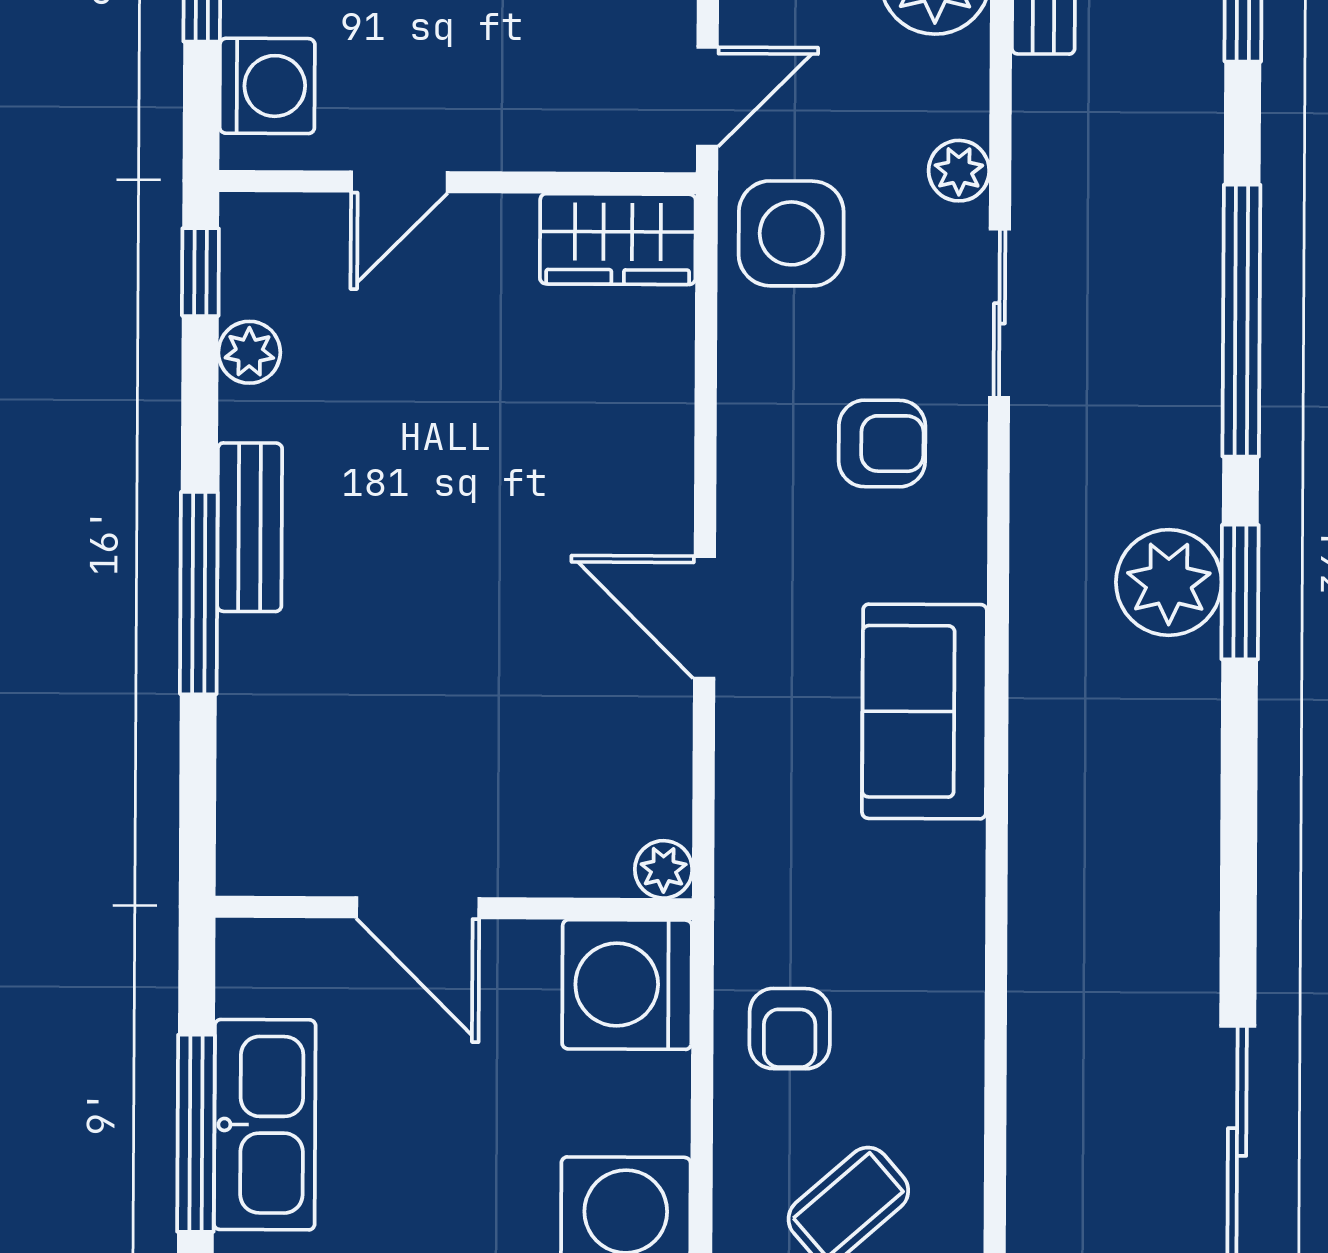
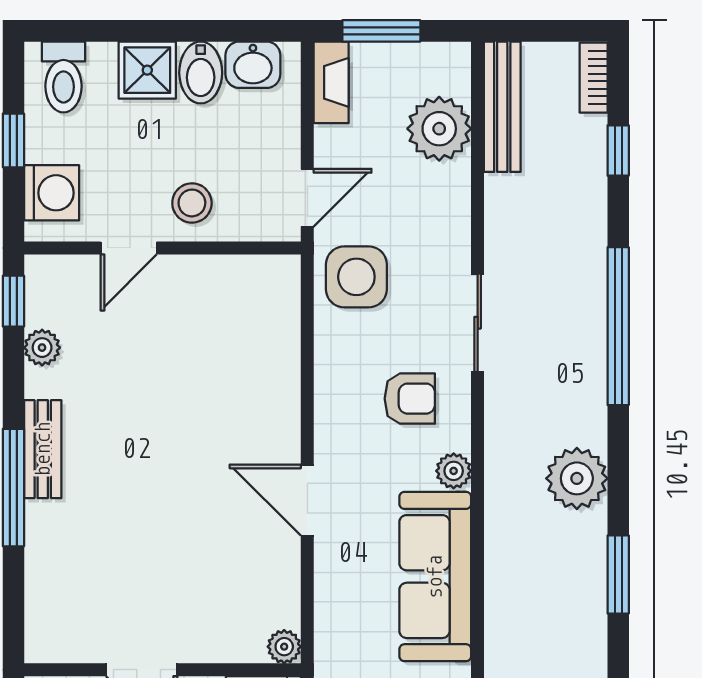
stool: (509, 105) -> (192, 203), added
plant: (959, 171) -> (454, 471), moved
wardrobe: (618, 239) -> (256, 281), removed
window: (1240, 592) -> (618, 575), moved
sofa: (924, 711) -> (435, 577), width x1.36

